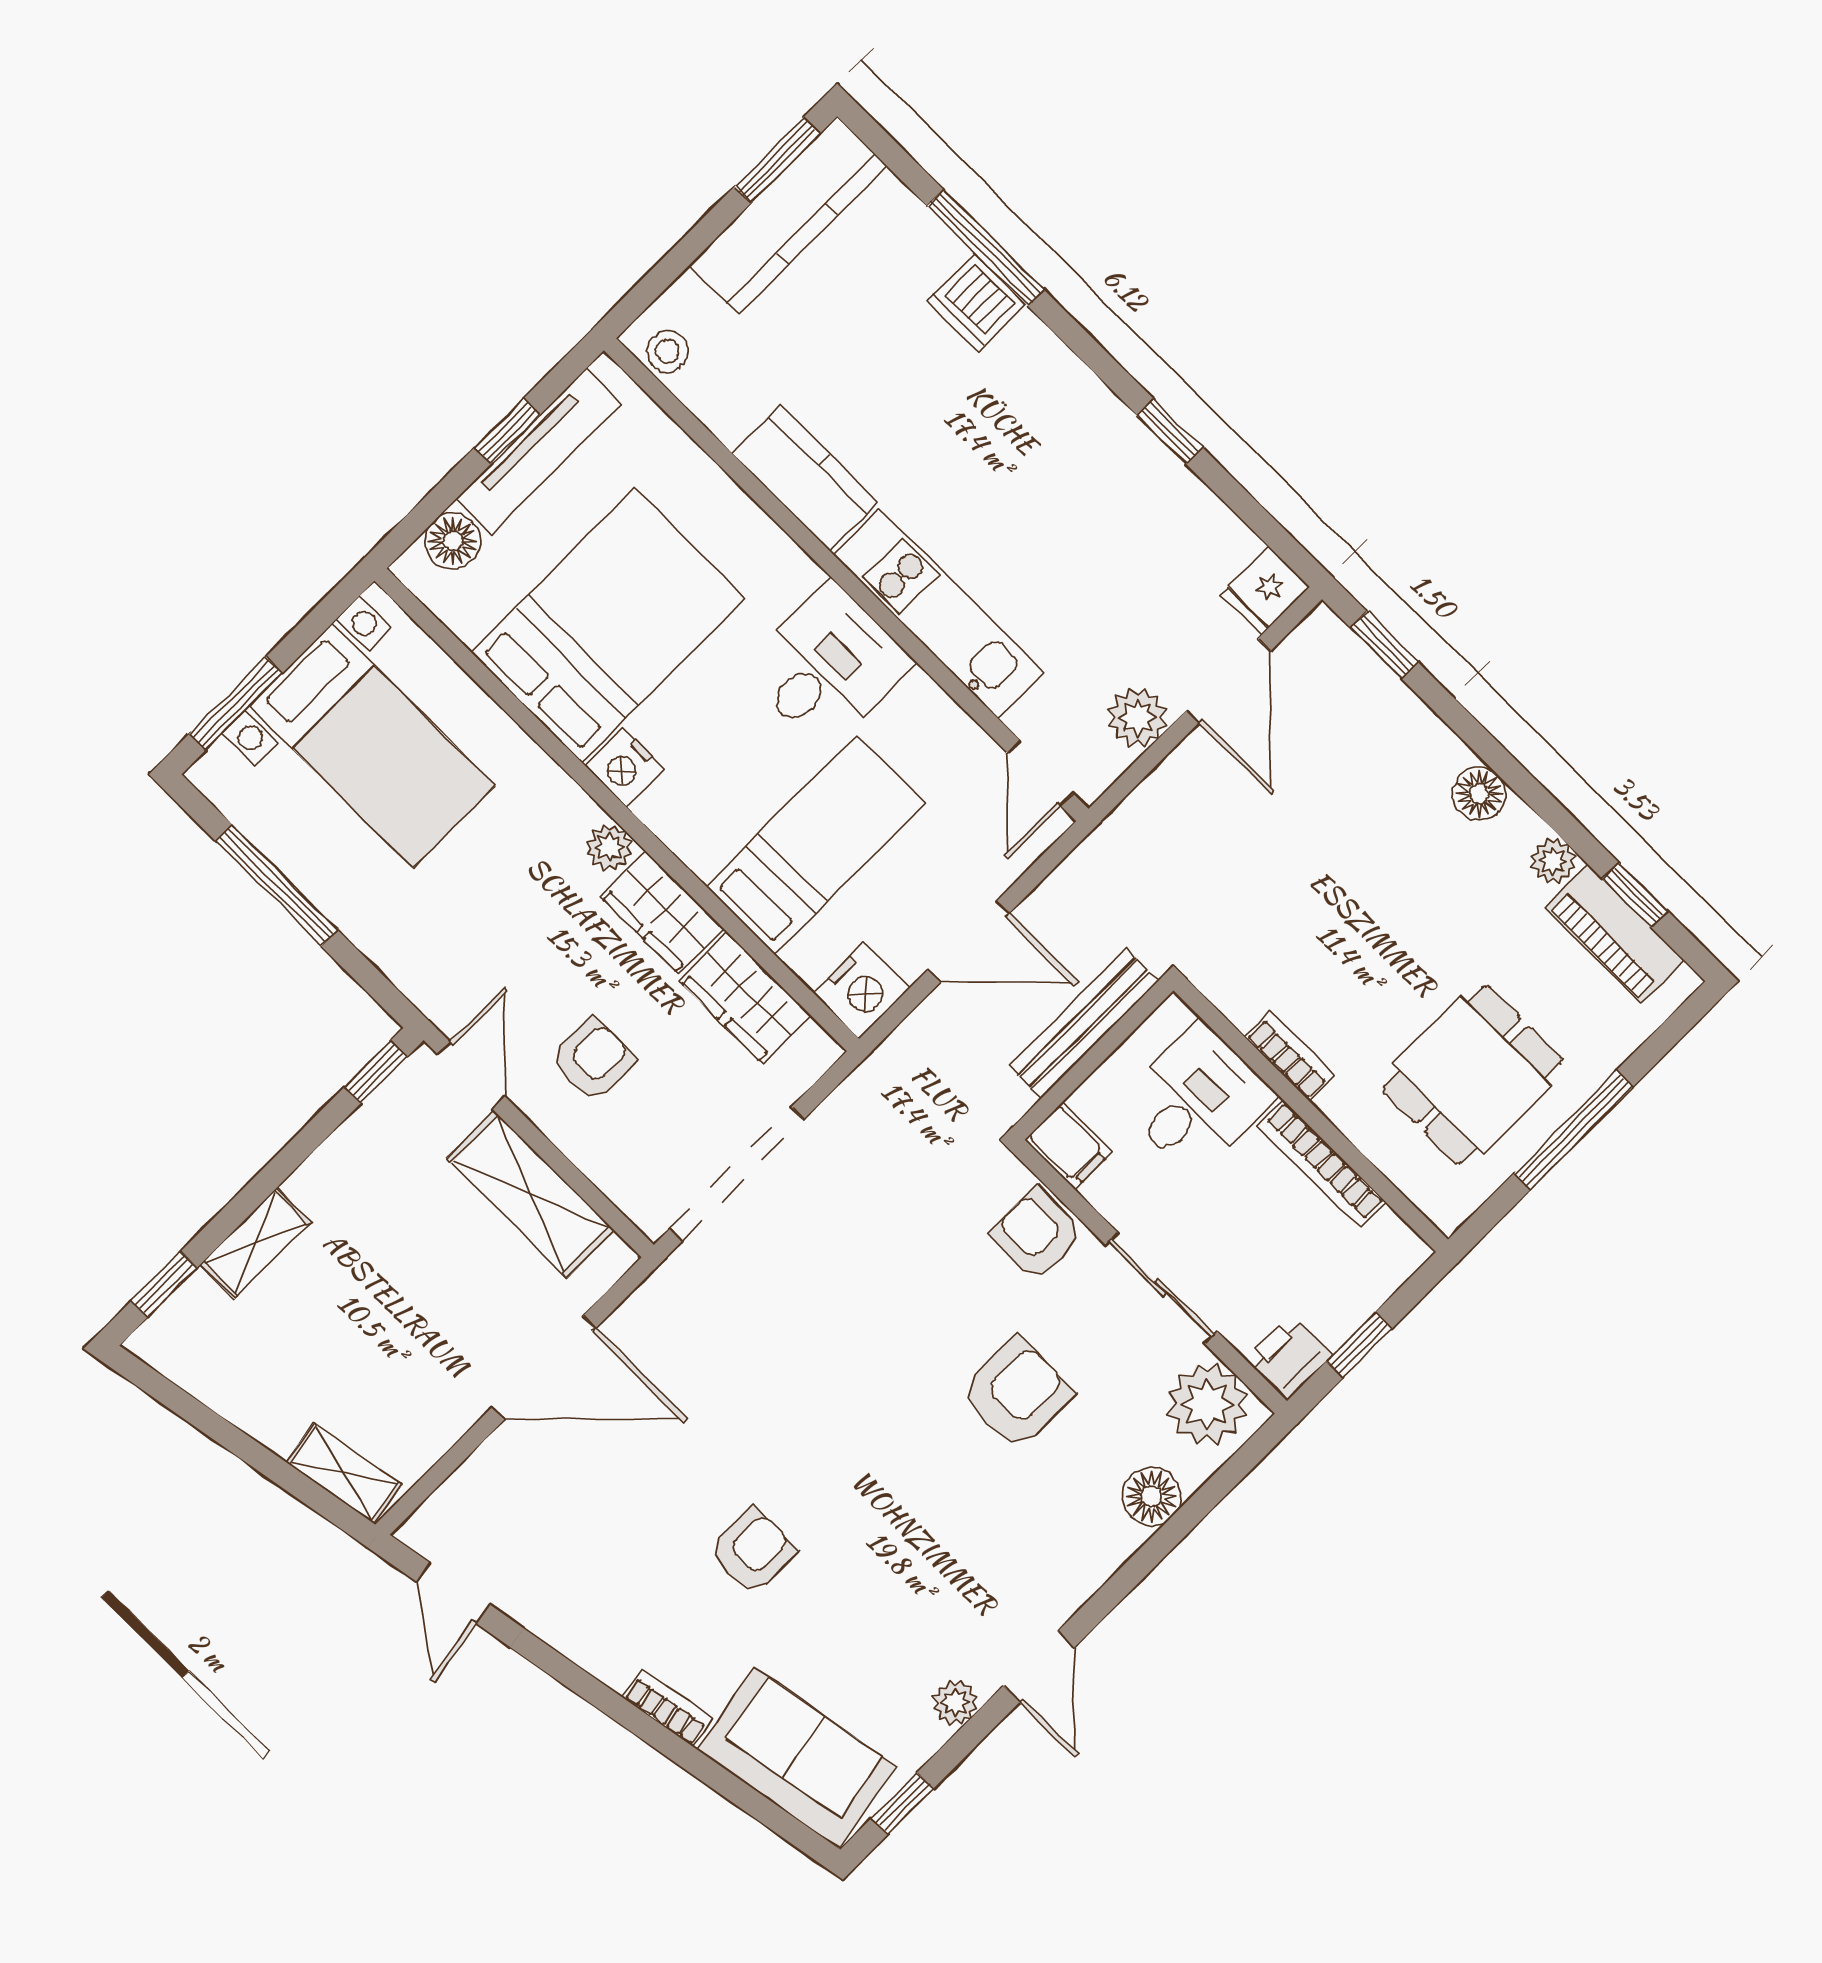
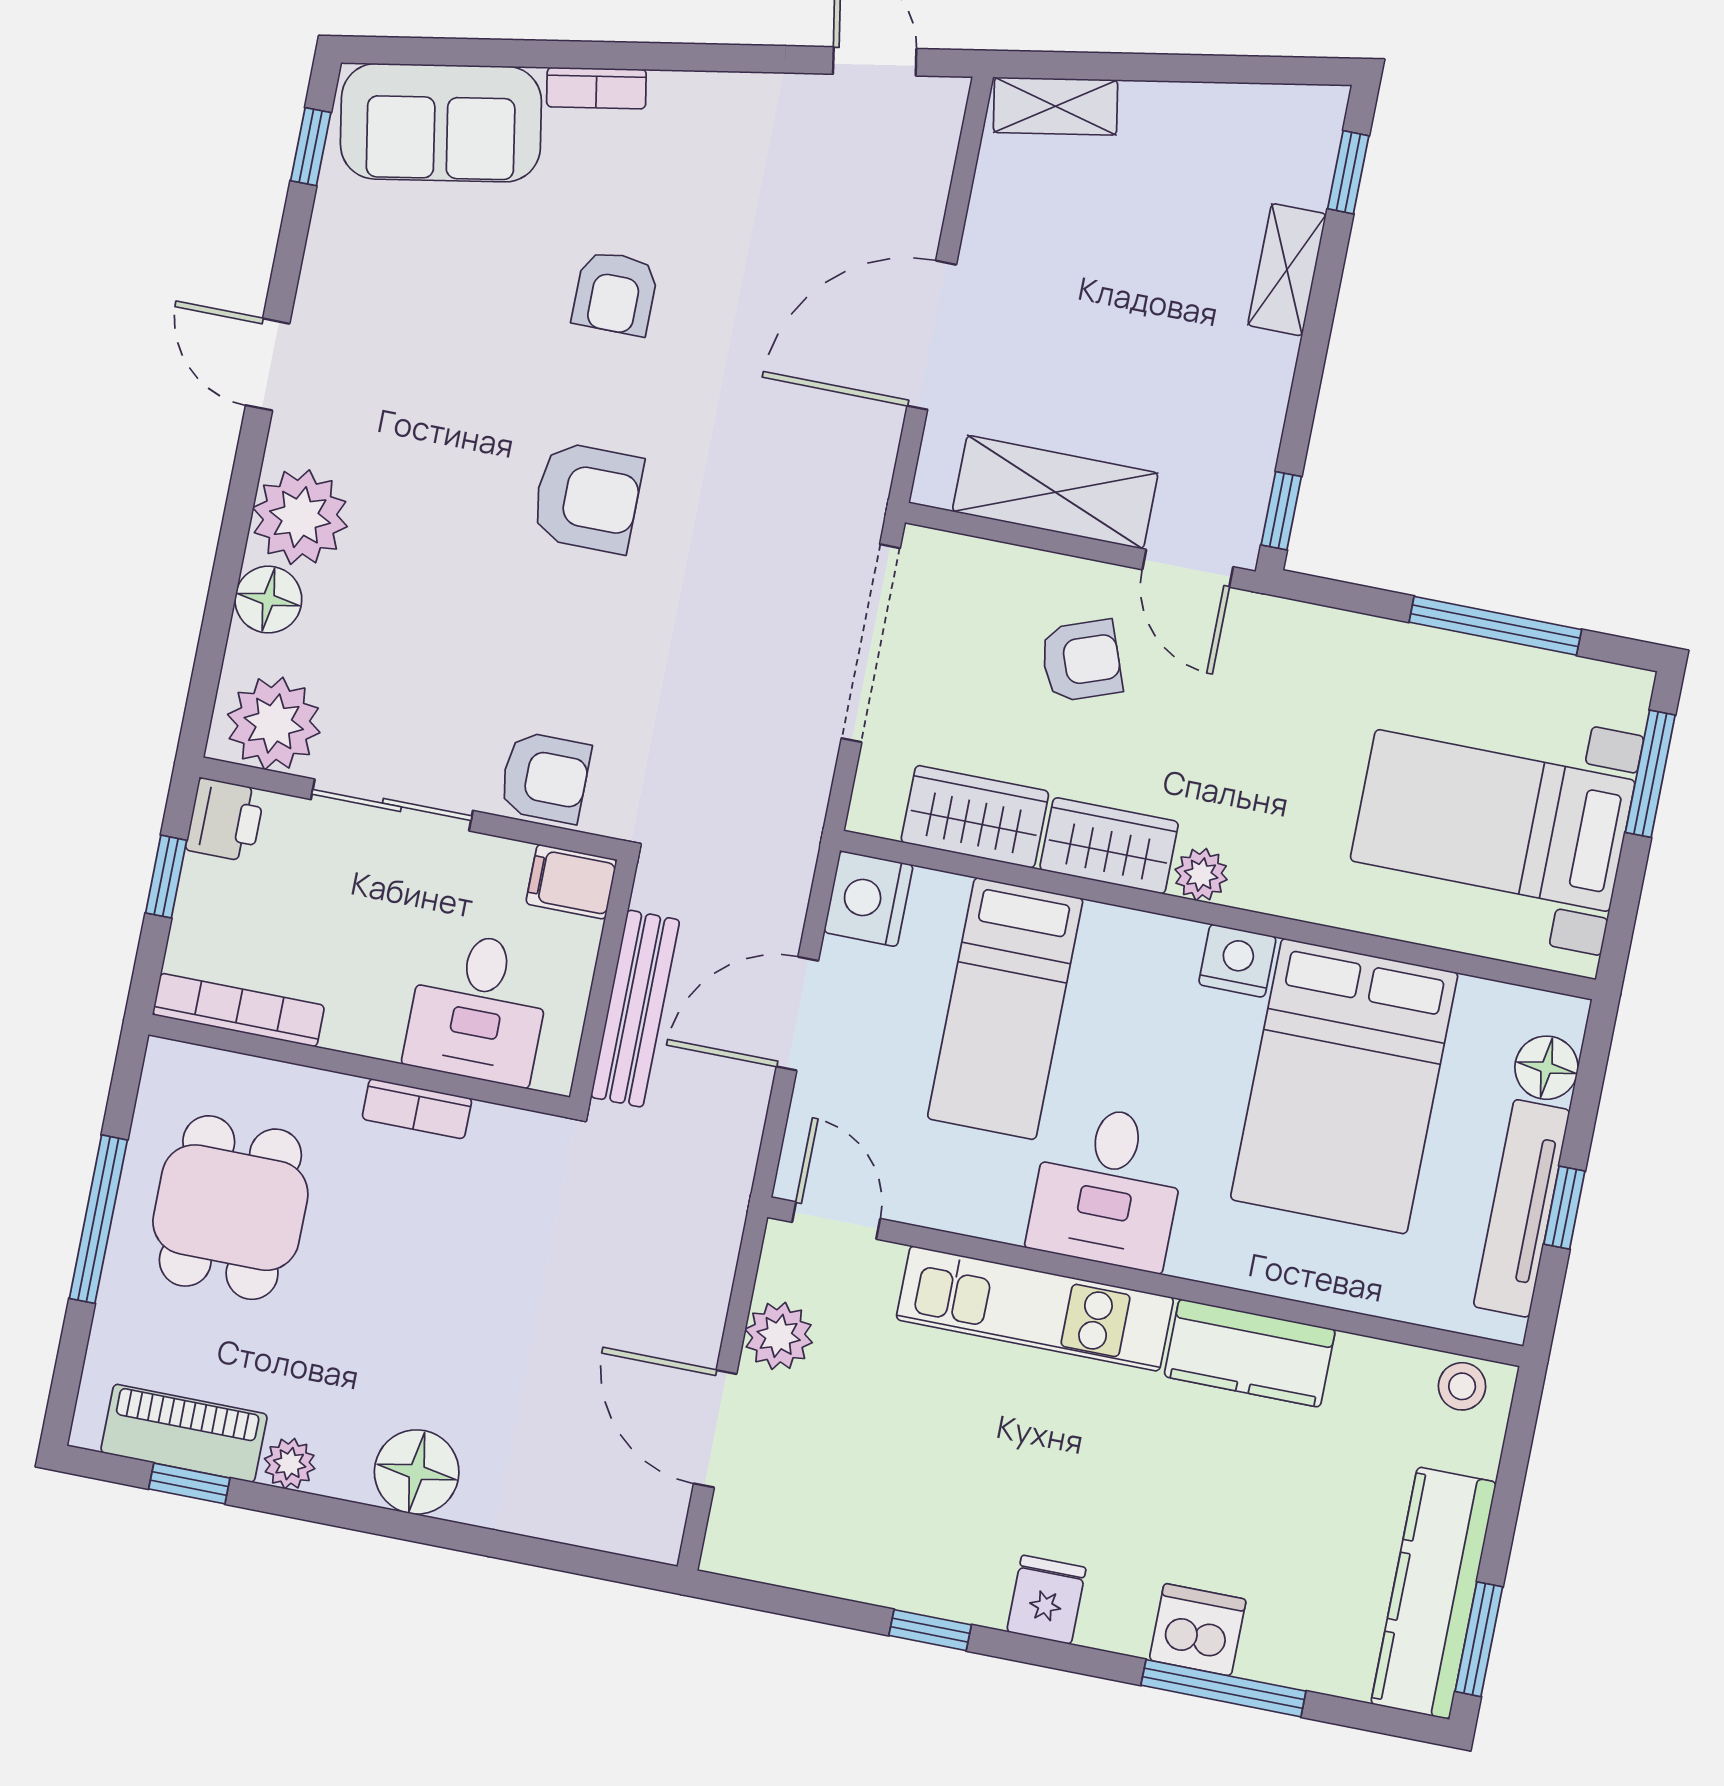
fridge: (1265, 591) -> (1046, 1600), moved
window: (1384, 645) -> (589, 1563), removed
floor lamp: (1479, 793) -> (417, 1472), width x1.38, depth x1.38
armchair: (593, 1060) -> (1081, 661), turned -110
bookcase: (1322, 1164) -> (238, 1010), moved
armchair: (1017, 1393) -> (587, 497), moved, turned -90
plant: (955, 1702) -> (300, 517), moved, width x1.87, depth x1.87

